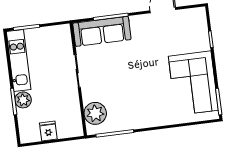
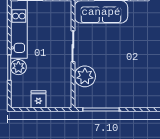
plant: (95, 113) -> (85, 76), moved

